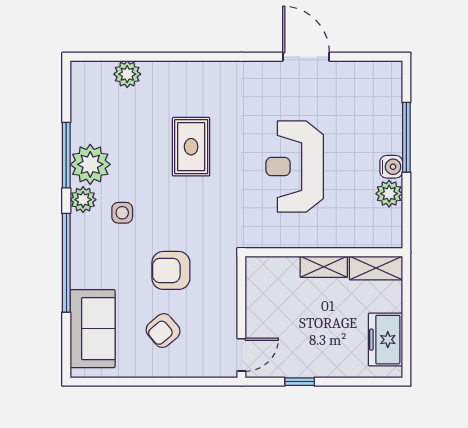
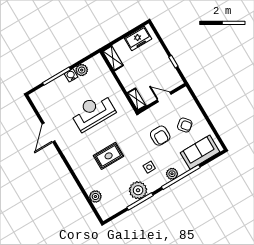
reception desk: (295, 167) -> (93, 112), turned 180
plant: (83, 200) -> (172, 174), moved
shelving: (324, 267) -> (137, 99), moved
door: (241, 355) -> (164, 97), moved

